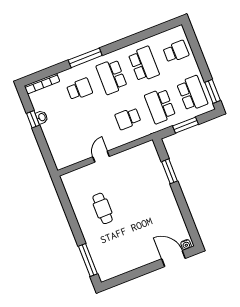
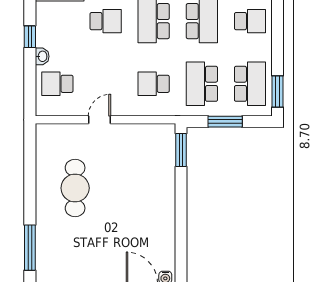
washbasin: (42, 117) -> (42, 56), moved
school desk: (64, 144) -> (57, 84), added
window: (170, 171) -> (181, 150), moved
cafe table: (103, 208) -> (75, 188), width x1.37, depth x1.35

